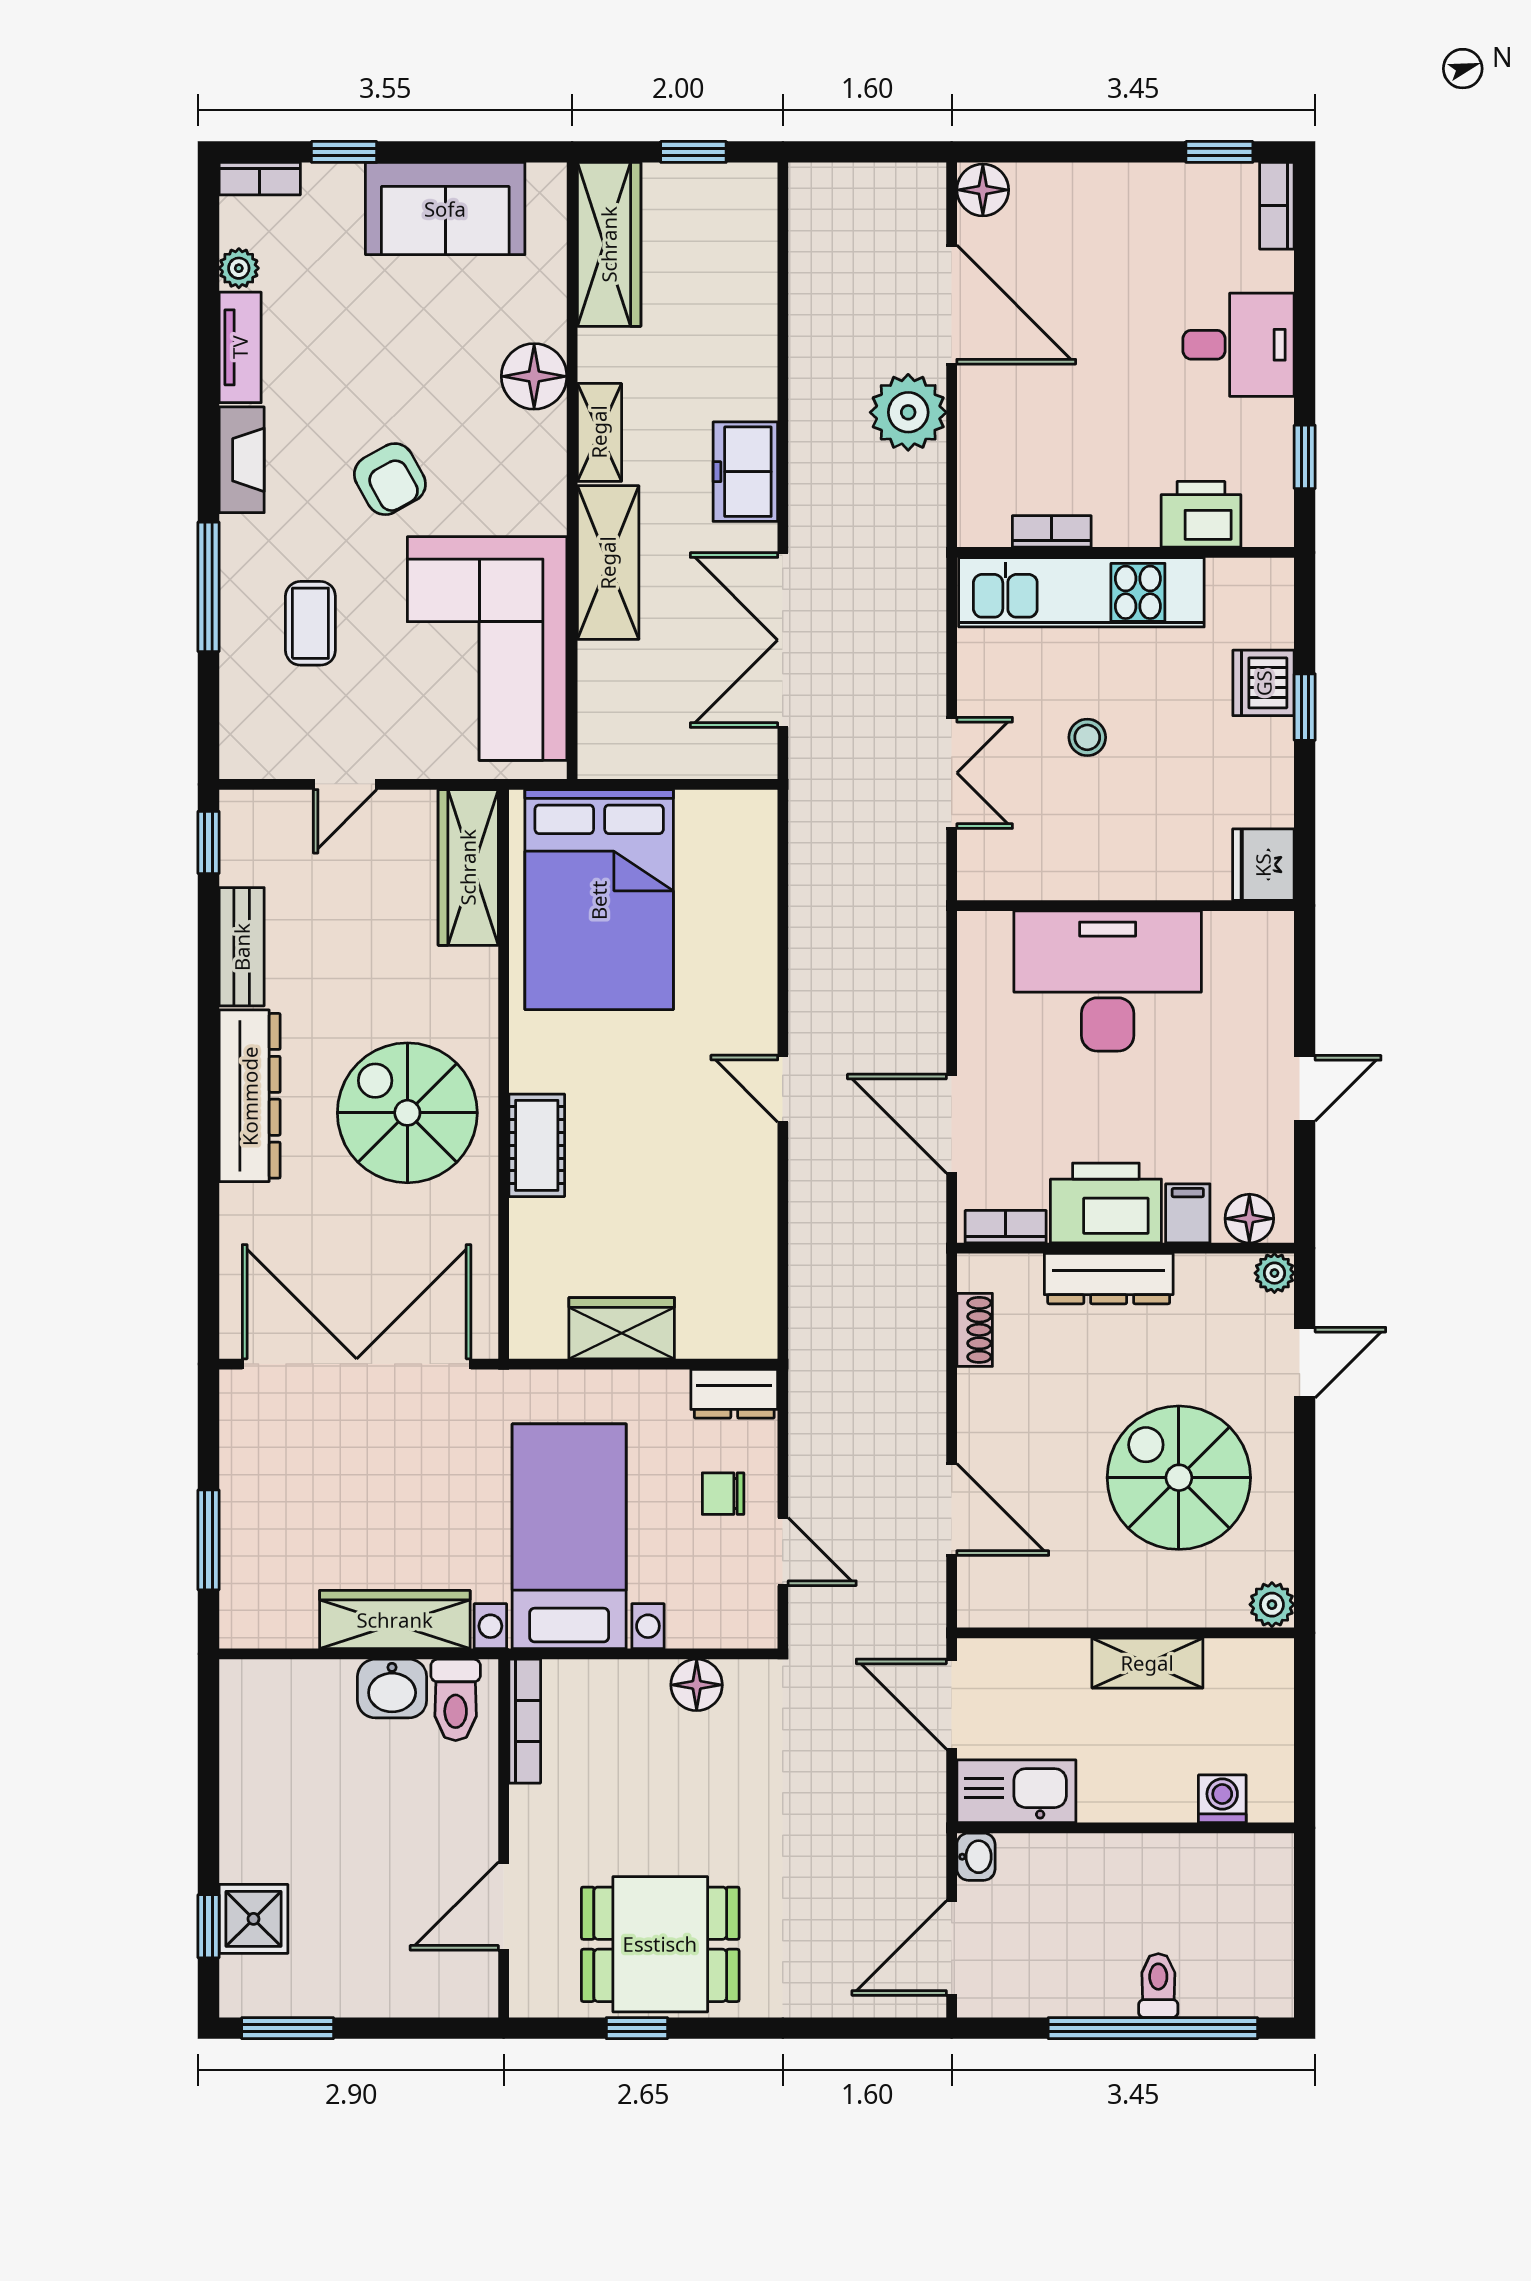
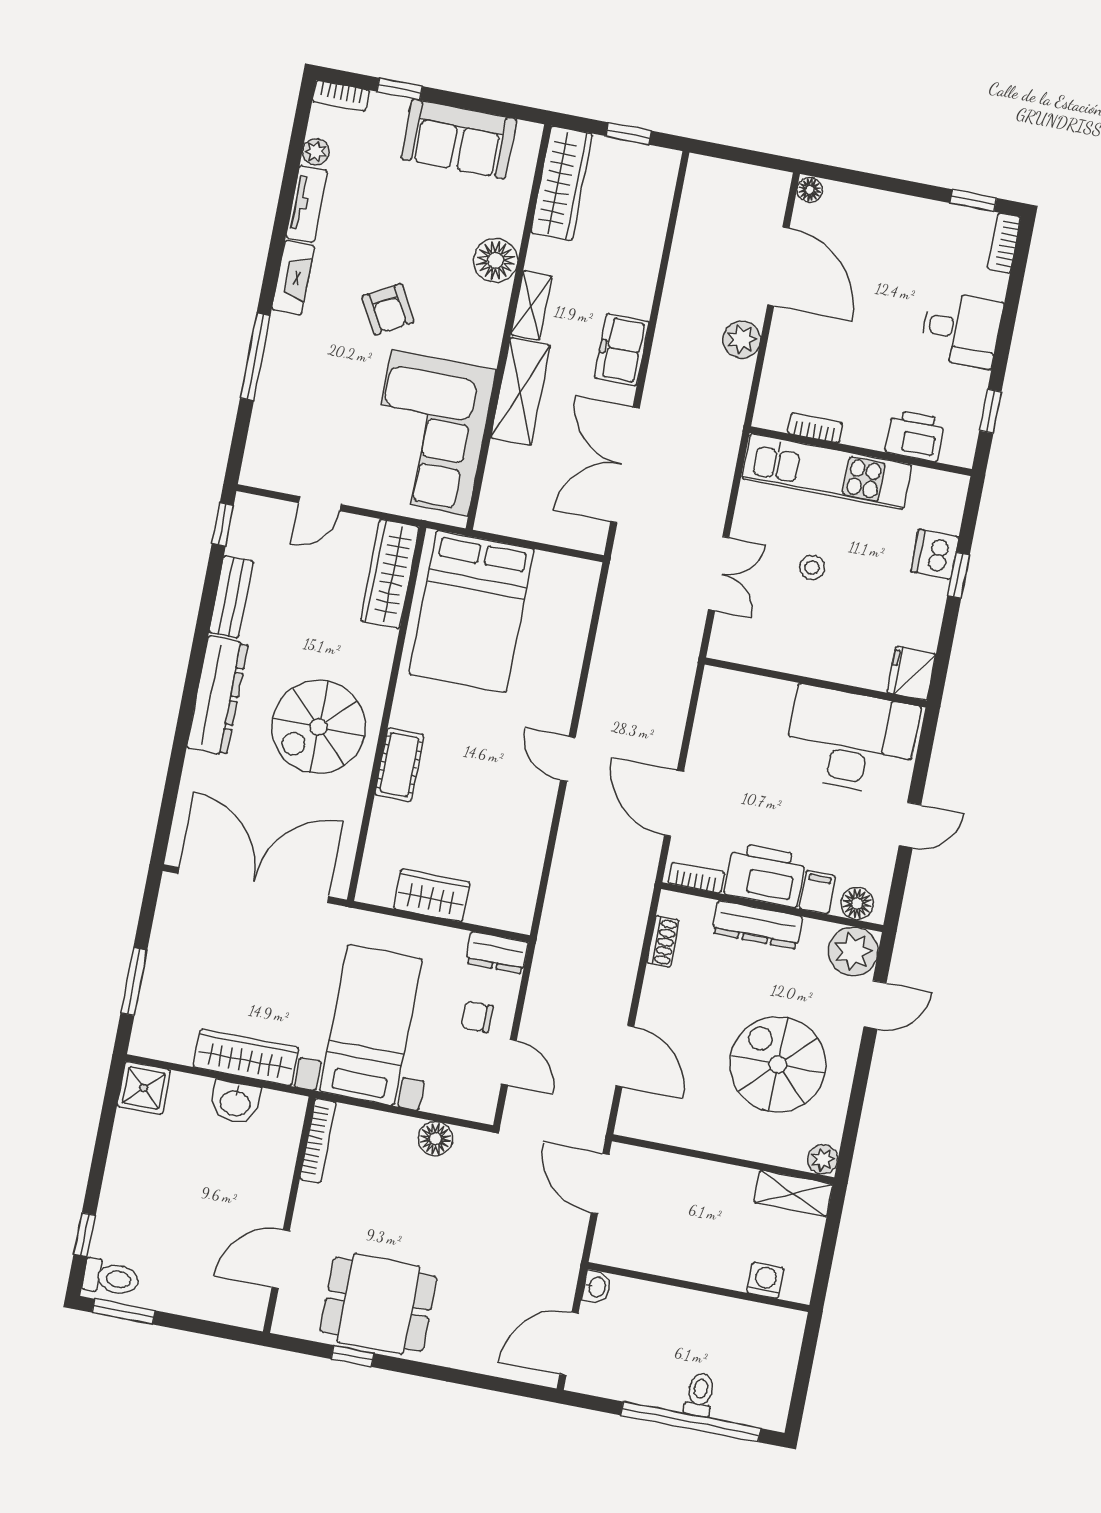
floor lamp: (983, 190) -> (810, 190), width x0.73, depth x0.73
plant: (908, 412) -> (742, 339), width x0.73, depth x0.73
coffee table: (310, 623) -> (317, 394), removed
desk: (1108, 981) -> (851, 741), moved
spiral stairs: (407, 1113) -> (319, 727), turned -90
plant: (1274, 1273) -> (853, 951), width x1.88, depth x1.88
shelving: (1147, 1663) -> (793, 1193), moved
toilet: (456, 1700) -> (111, 1278), moved, turned -90
kitchen sink: (1016, 1791) -> (631, 1249), removed
shower: (253, 1919) -> (144, 1088), moved

